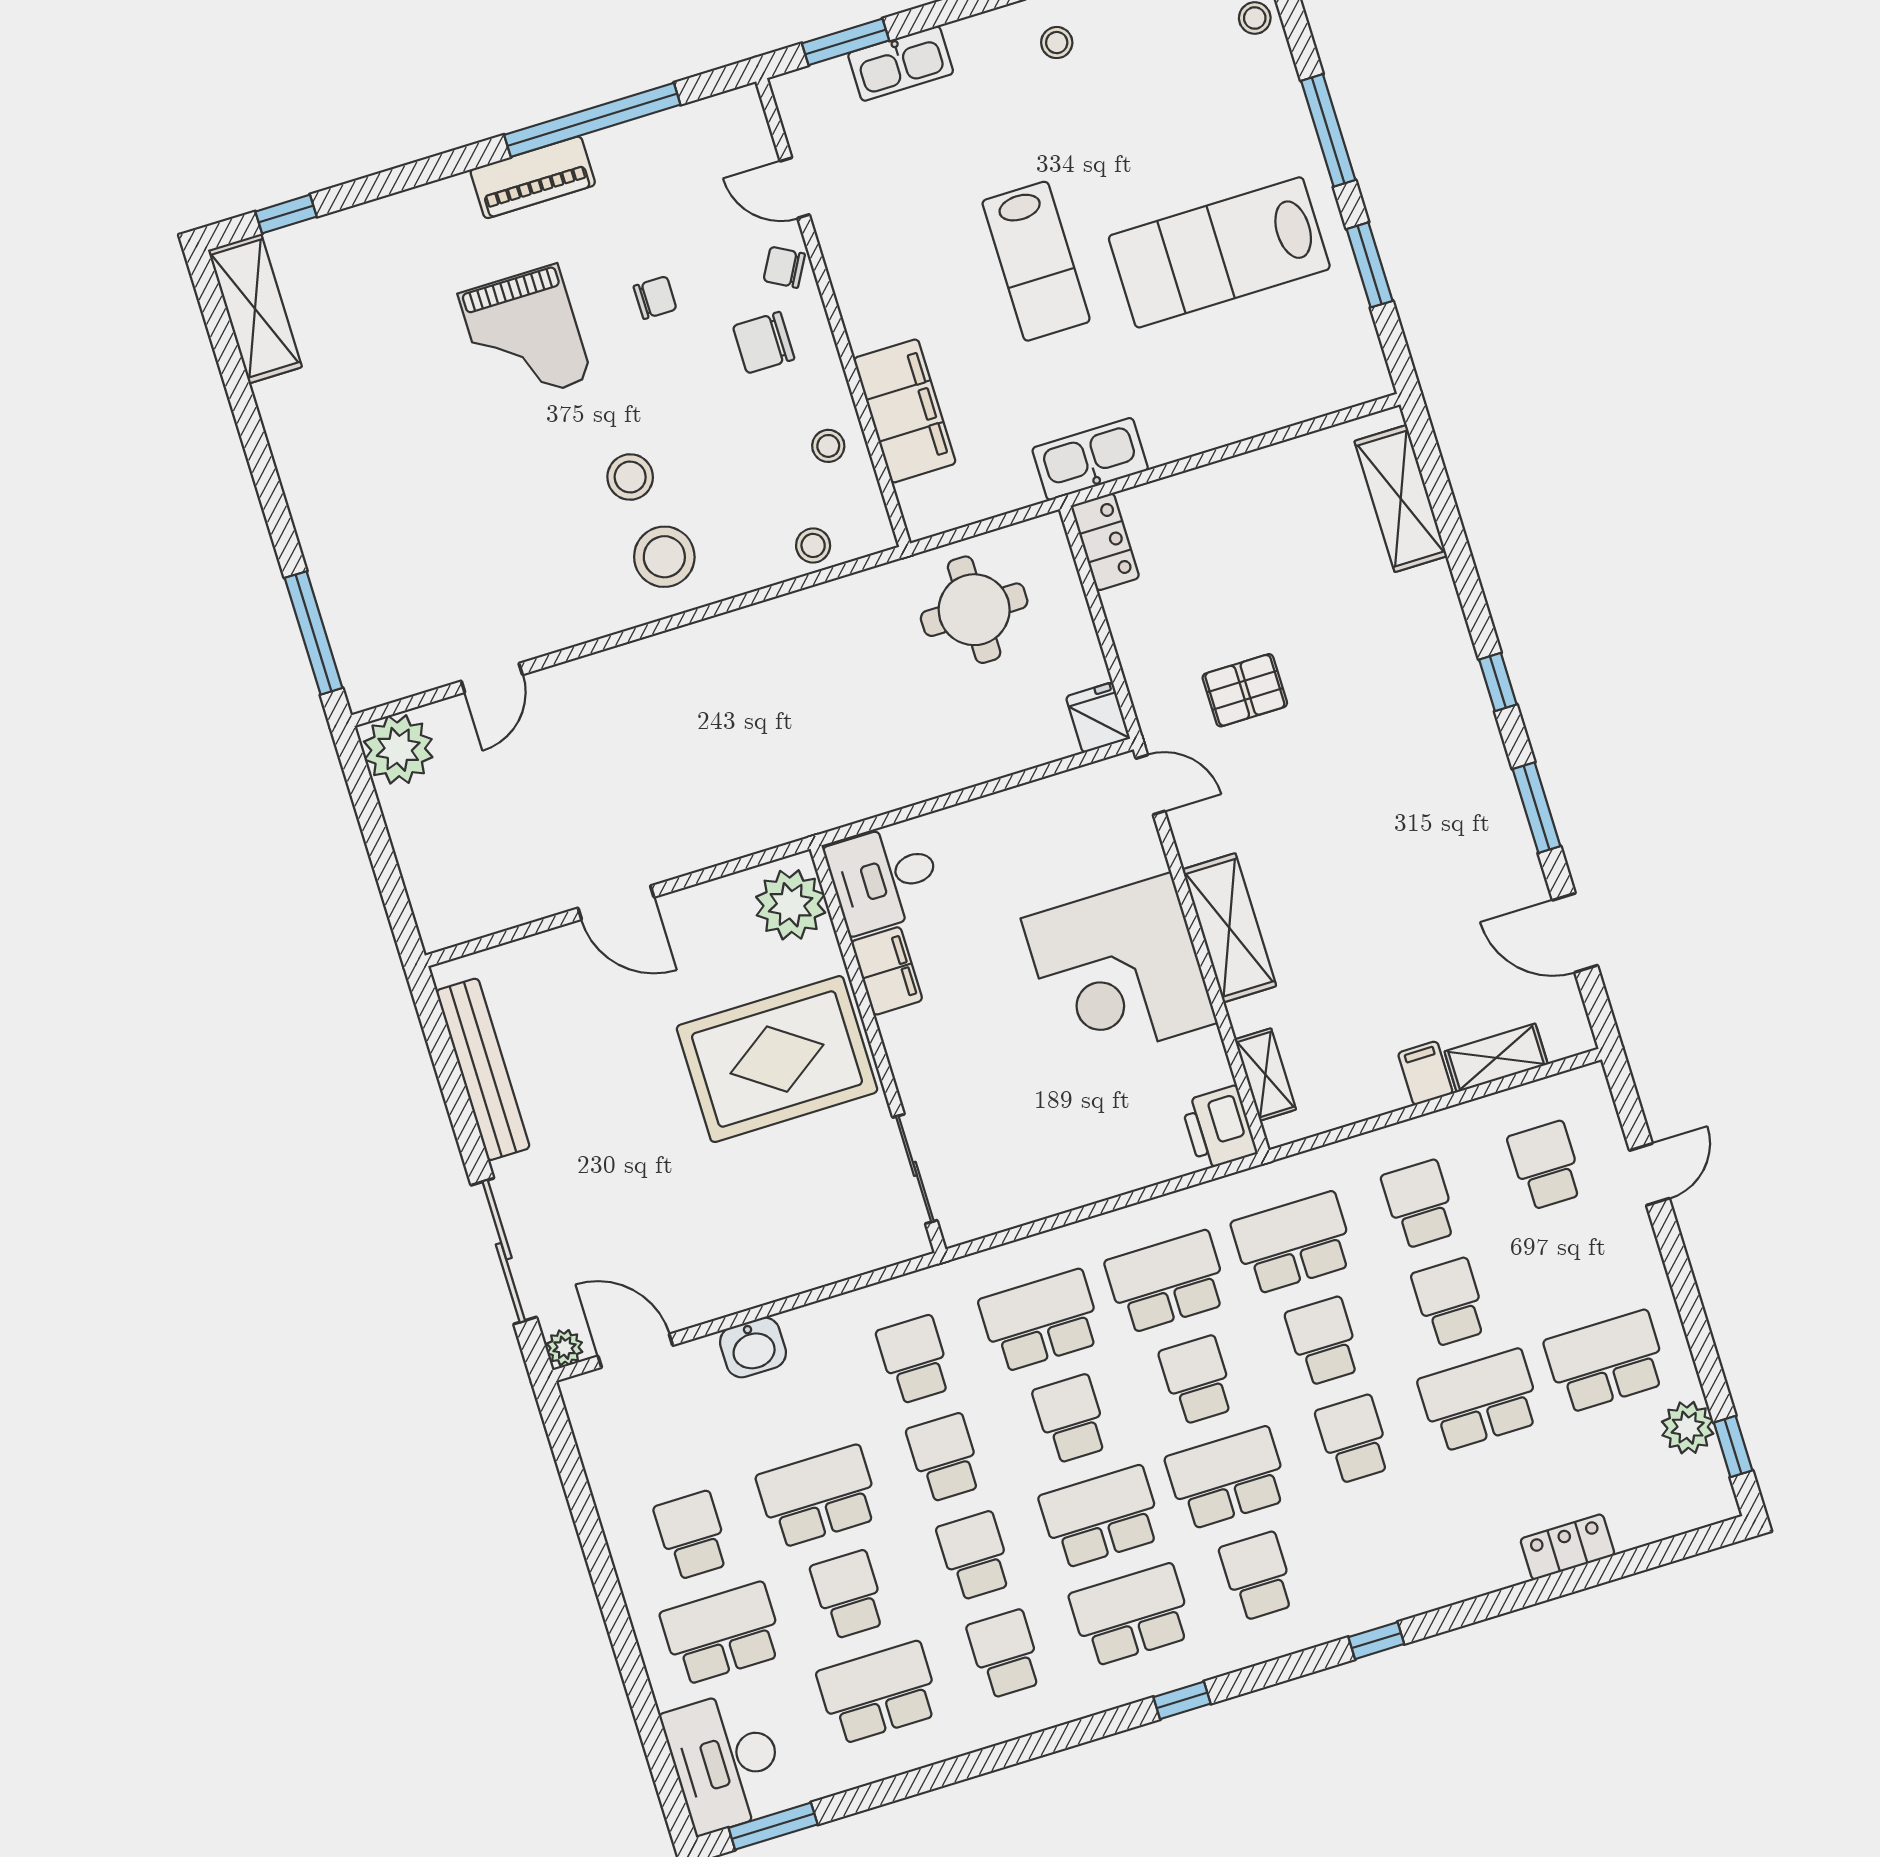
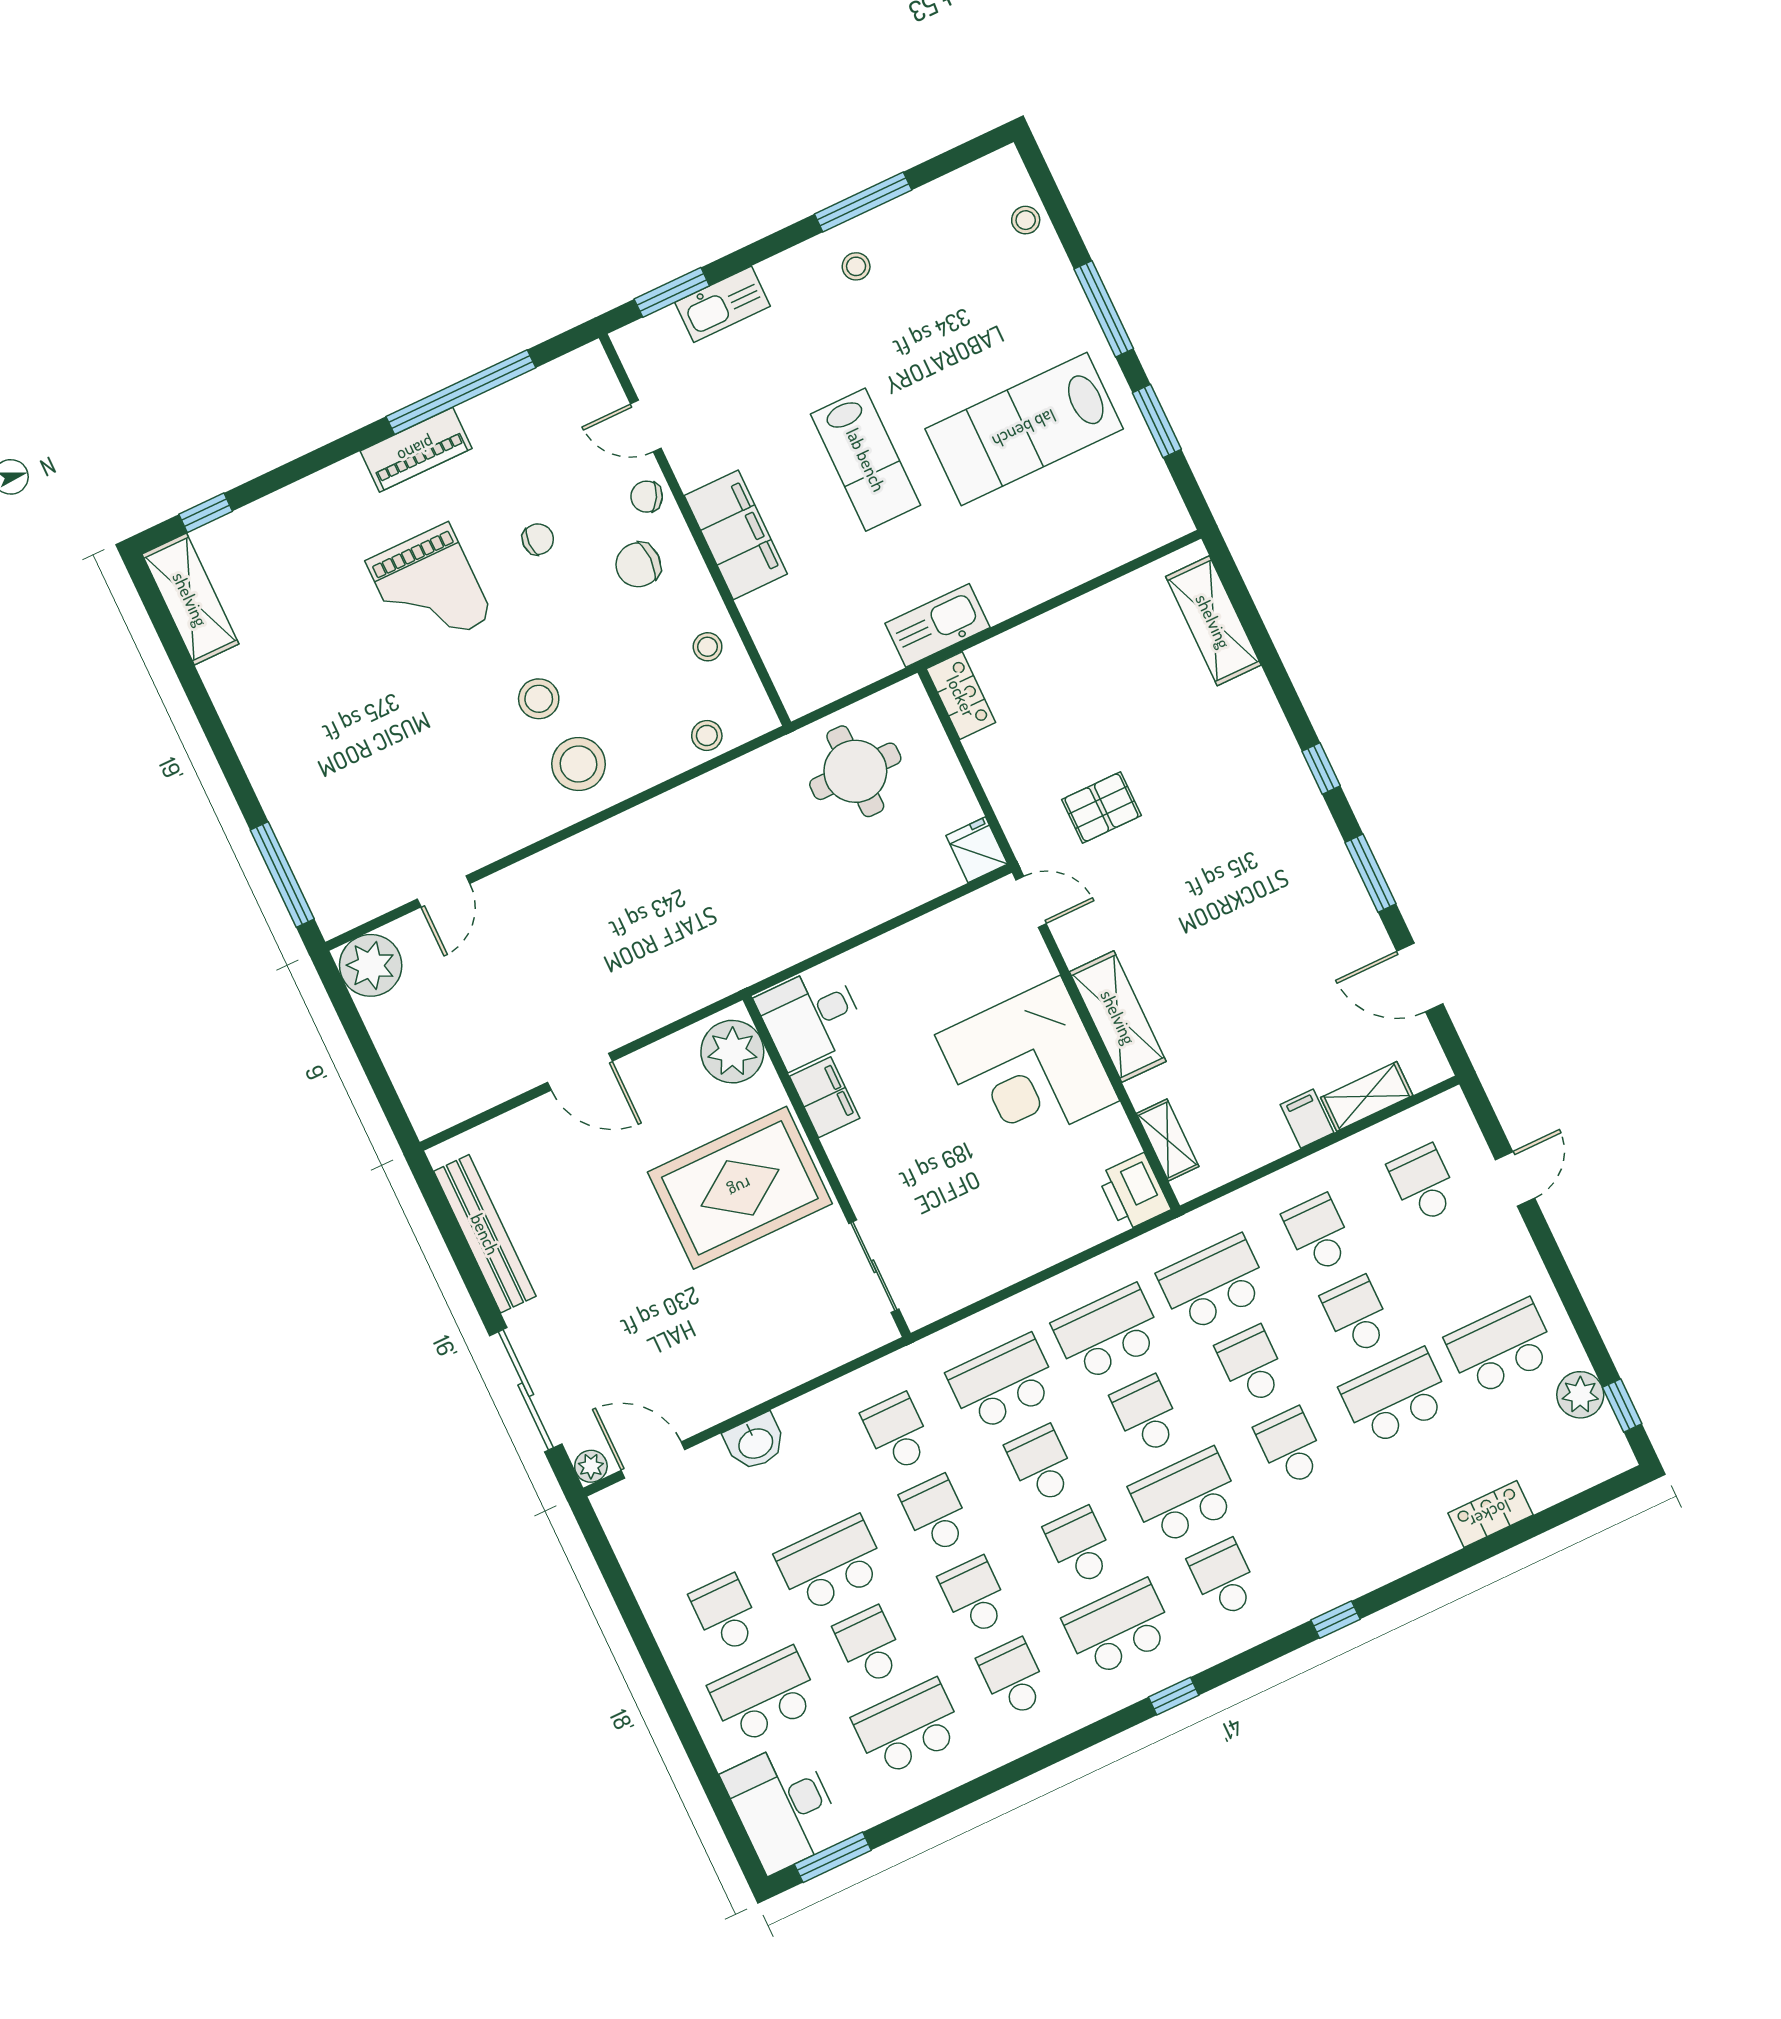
filing cabinet: (905, 411) -> (736, 535), moved
school desk: (1101, 1517) -> (1080, 1546), width x0.54

